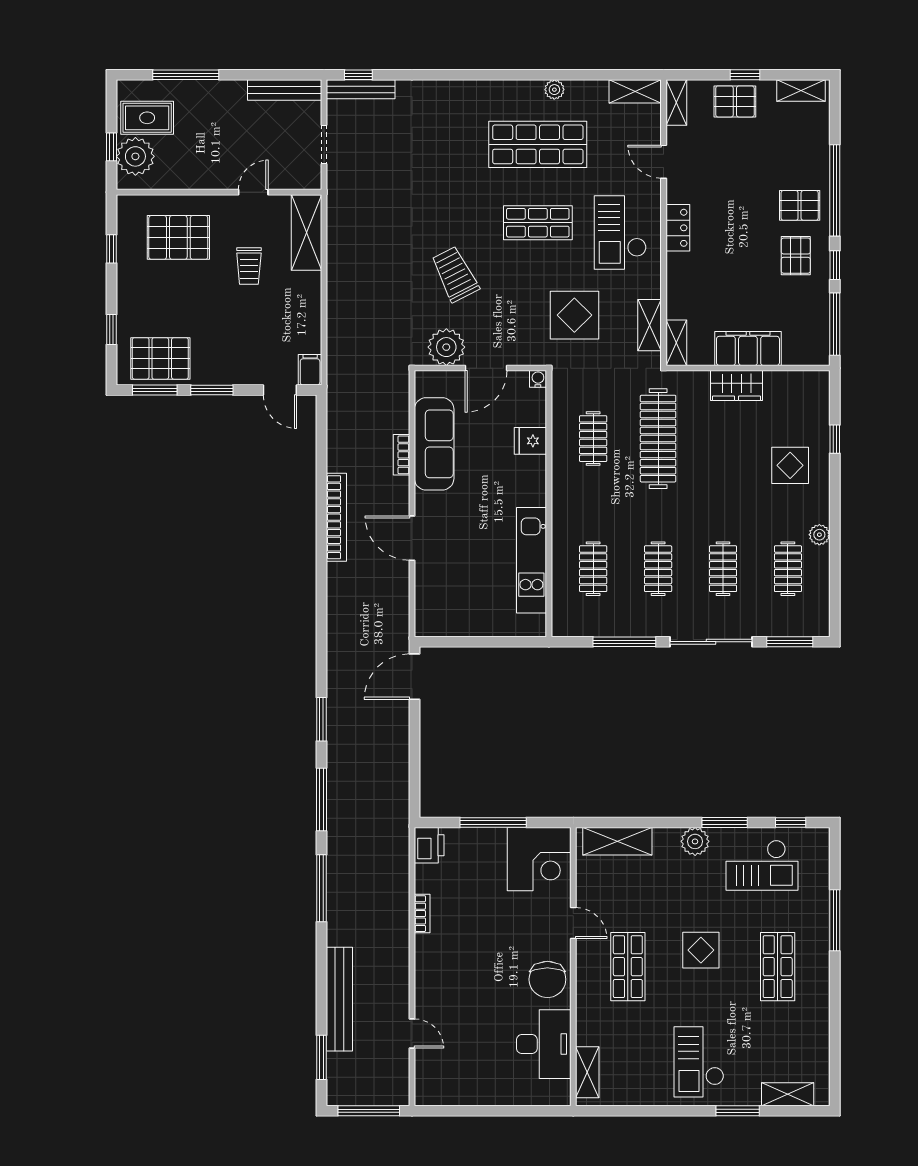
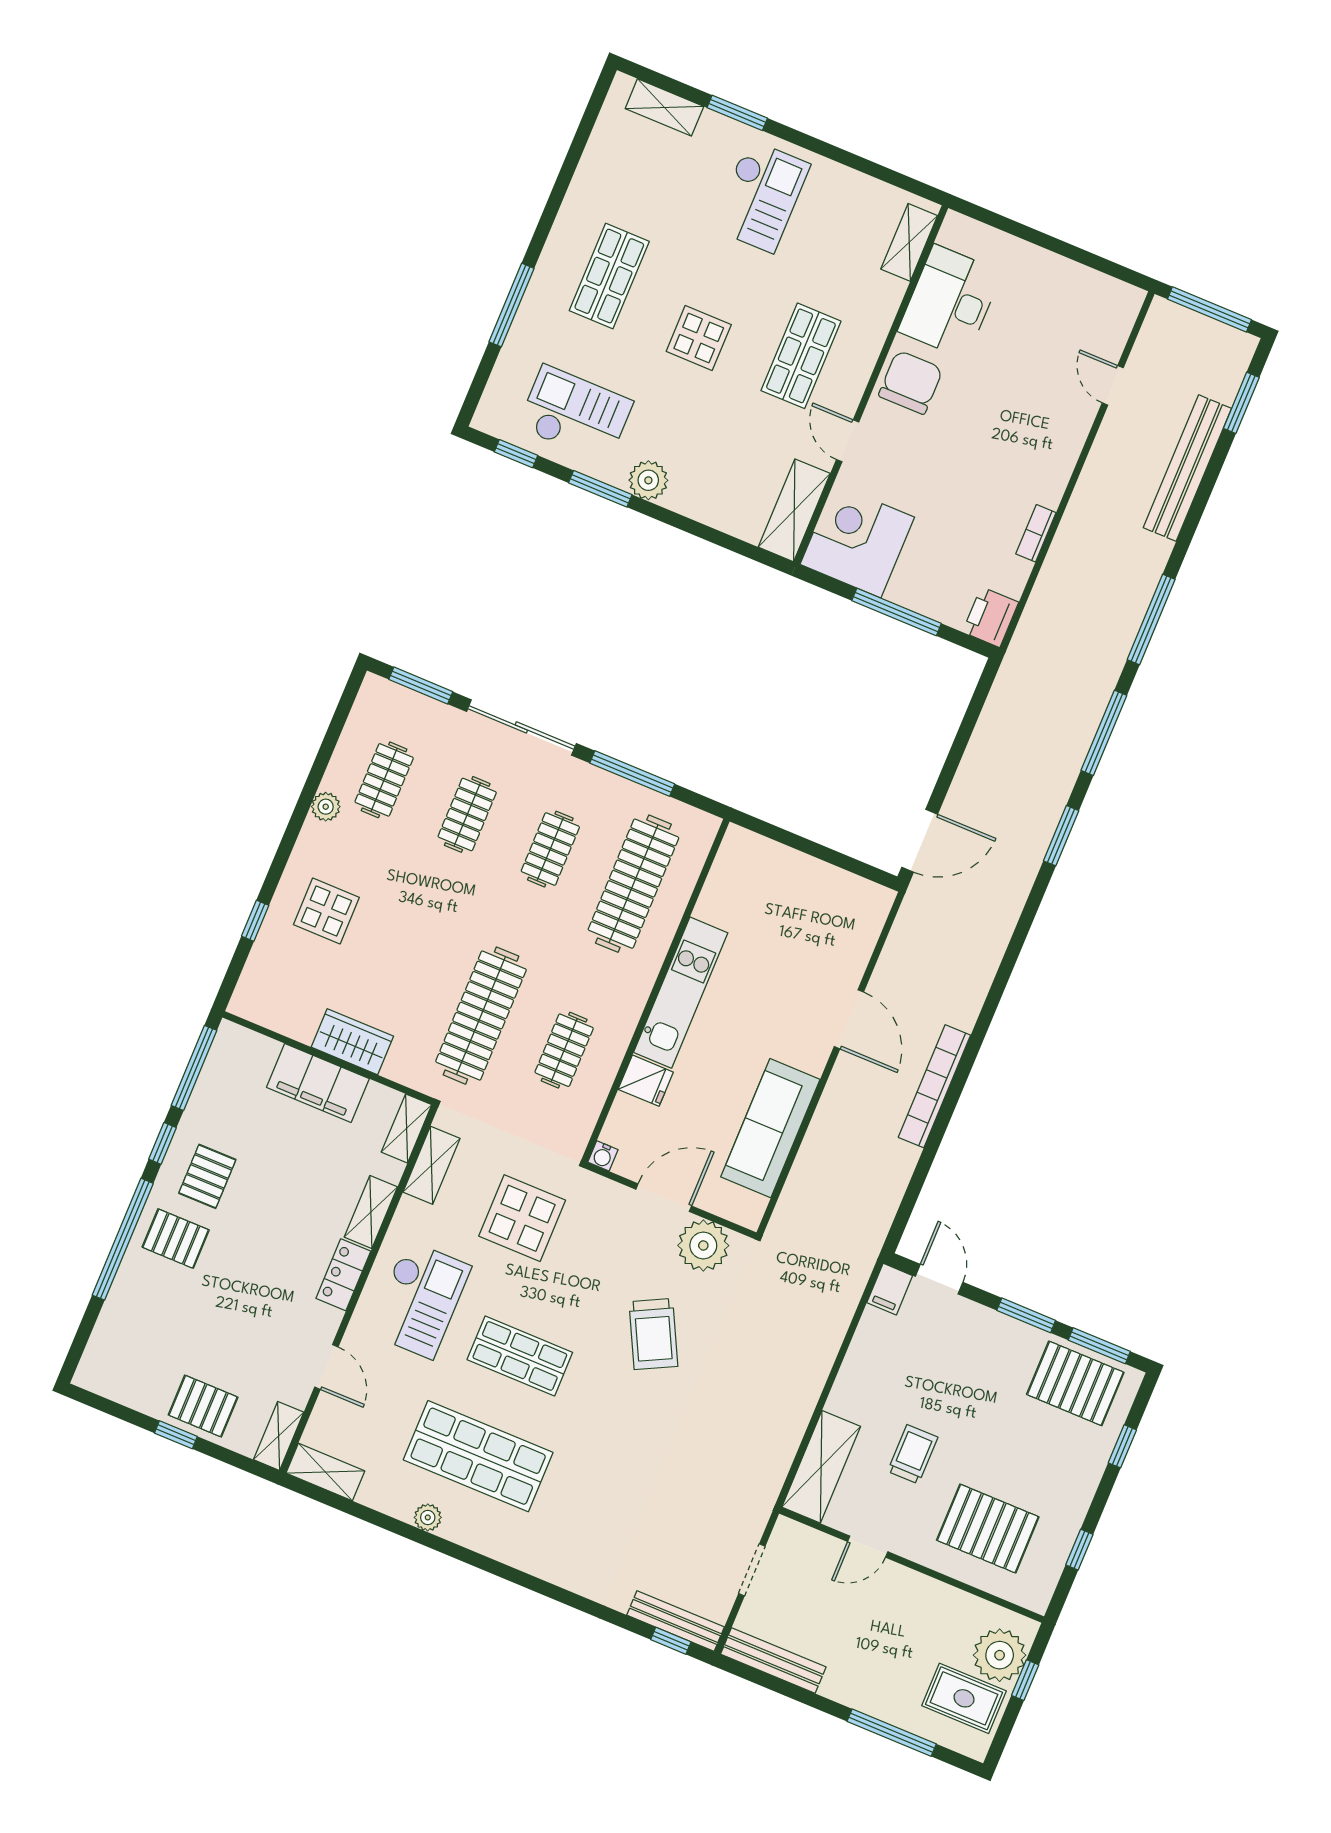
shelving: (801, 91) -> (371, 1212), moved, turned 90
bookcase: (401, 455) -> (818, 1131), removed
kitchen unit: (531, 560) -> (681, 993), moved
clothes rail: (593, 569) -> (633, 884), width x1.86, depth x1.31
shelving: (617, 841) -> (794, 510), moved, turned 90

